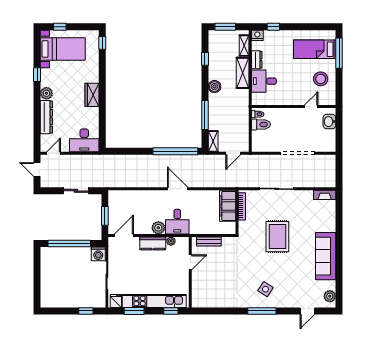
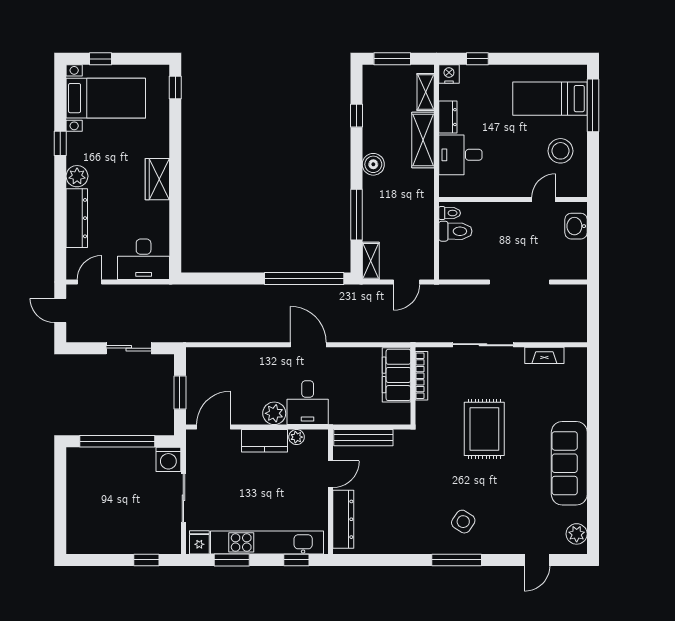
fireplace: (325, 195) -> (544, 355), moved
bench: (209, 242) -> (363, 438), width x1.36
dresser: (197, 288) -> (343, 519), added

